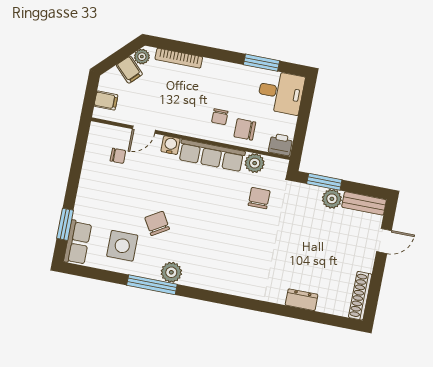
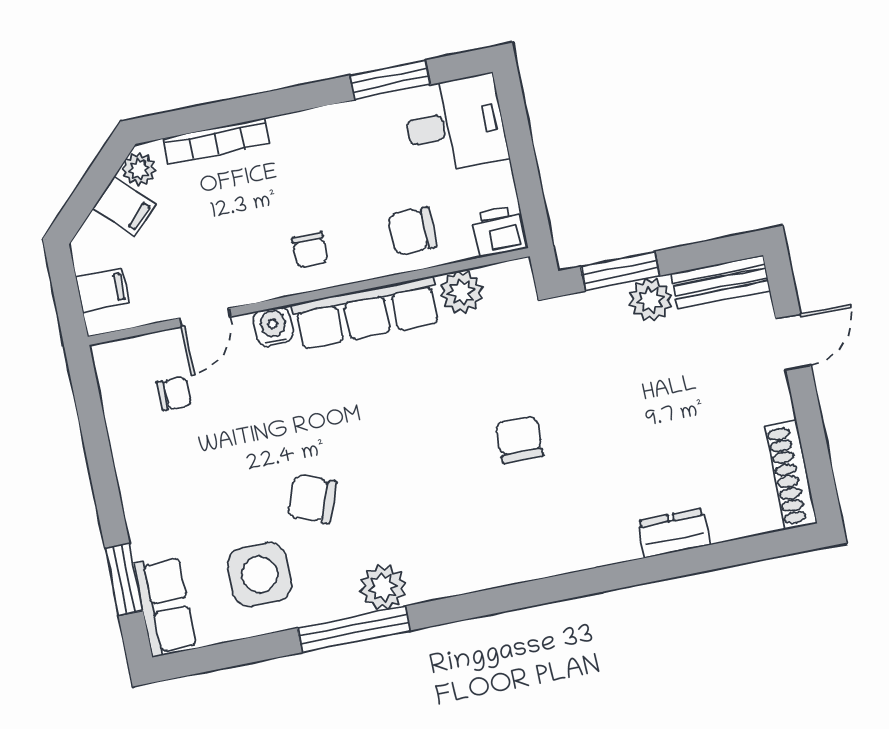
chair: (220, 117) -> (310, 250), moved
chair: (259, 198) -> (519, 440), moved
chair: (157, 223) -> (312, 499), turned -37

